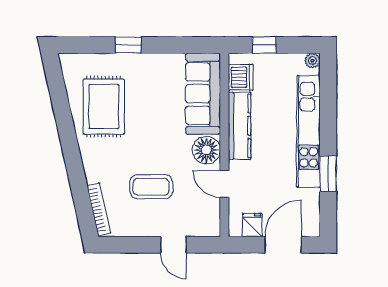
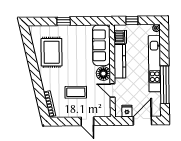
window: (328, 173) -> (165, 85), width x2.11

